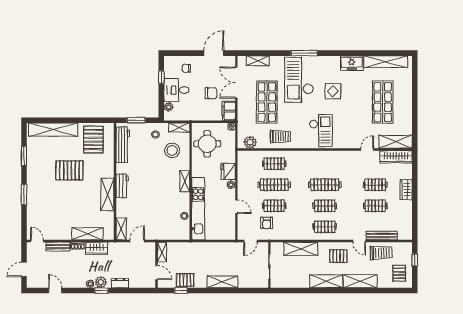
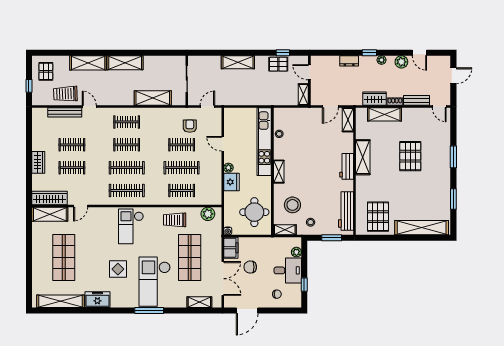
checkout: (299, 80) -> (155, 282), turned 180
clothes rail: (325, 164) -> (127, 190), added
pallet: (69, 170) -> (410, 156), moved, turned 90
pallet: (338, 256) -> (112, 90), removed
plant: (101, 282) -> (401, 62), moved

